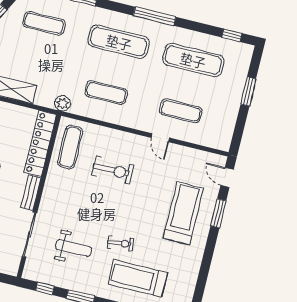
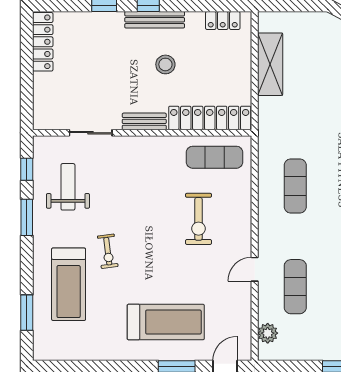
plant: (62, 103) -> (268, 333), moved
sliding door: (29, 234) -> (91, 133), width x0.73
weight bench: (74, 248) -> (68, 187), moved, turned 180
treadmill: (138, 278) -> (69, 284), turned 180

